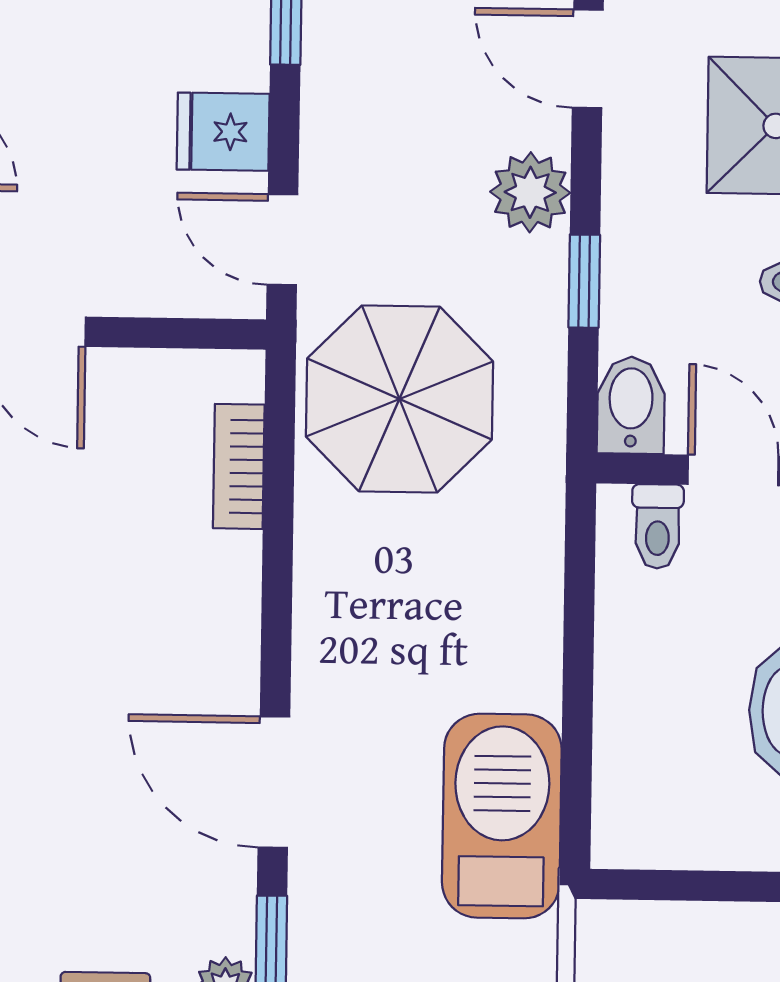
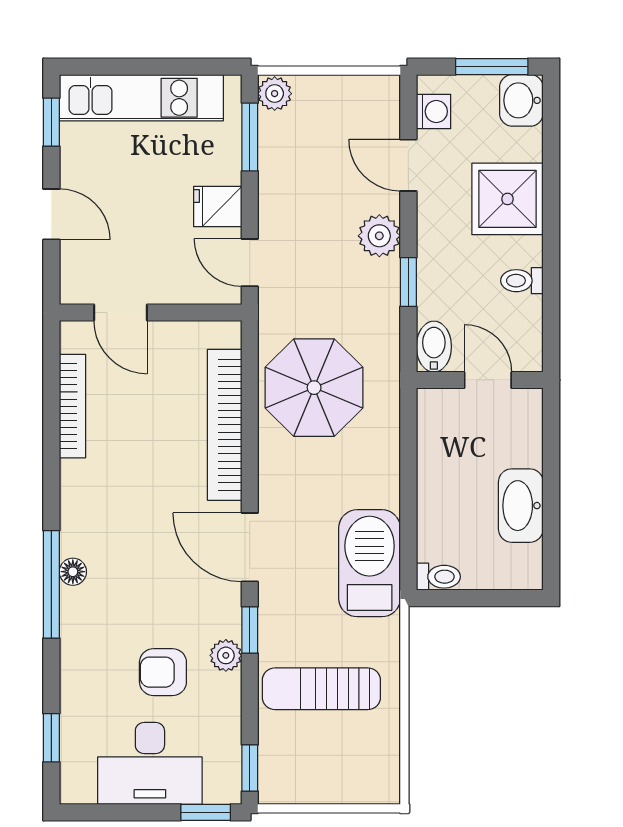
parasol: (399, 399) -> (314, 388), moved
bookcase: (239, 466) -> (225, 425), width x2.31, depth x1.31
toilet: (658, 526) -> (438, 577), moved, turned -90

